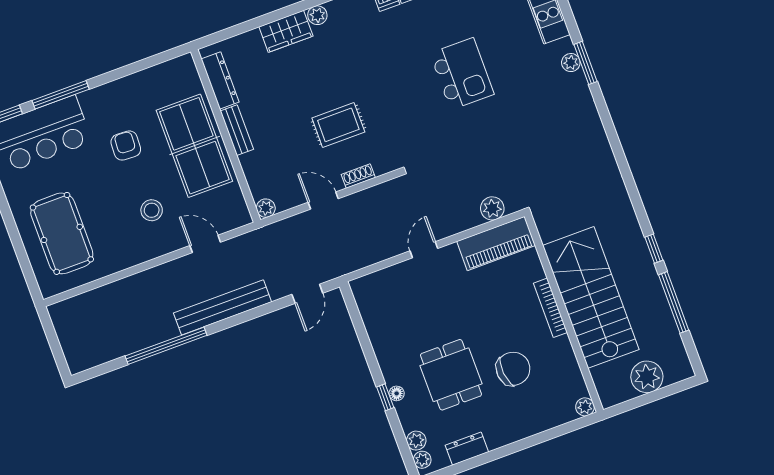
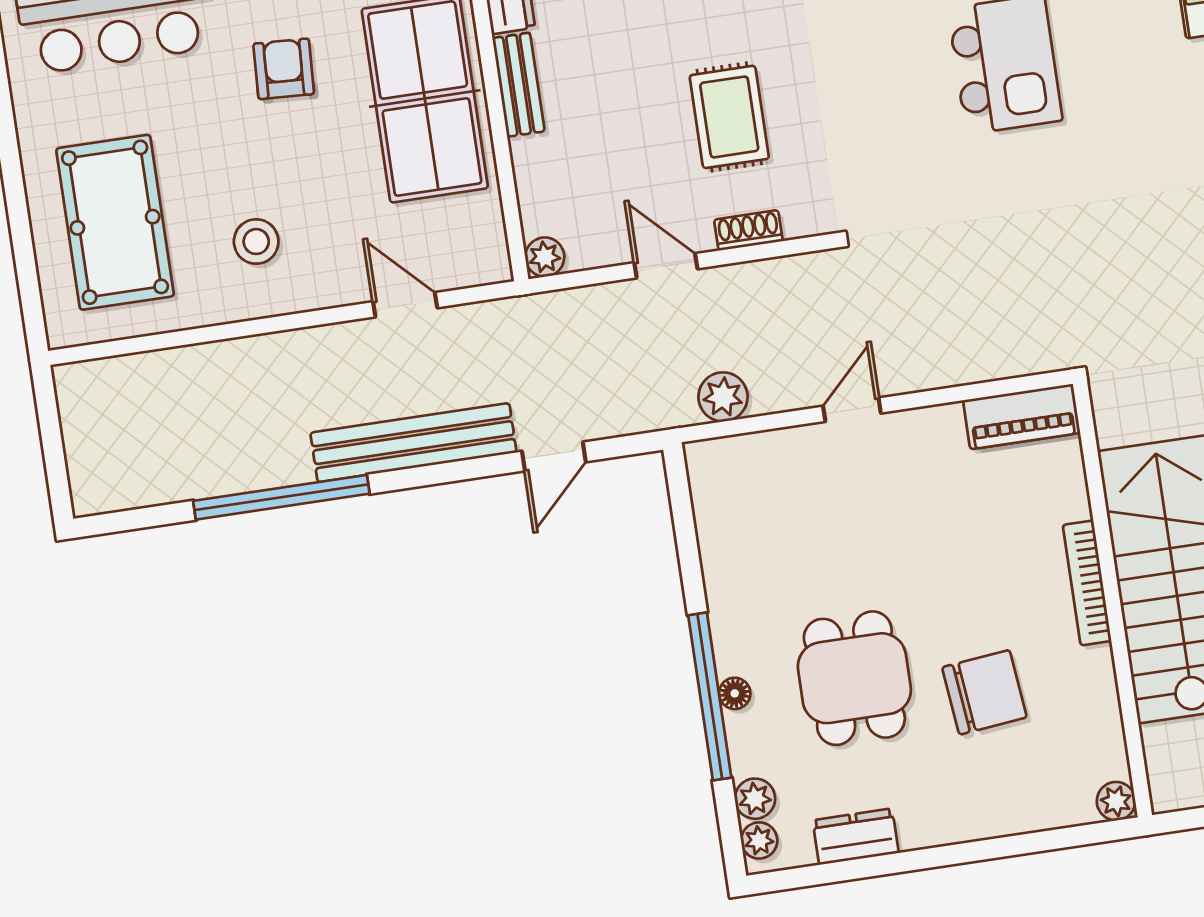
rug: (338, 125) -> (729, 117), turned 90
plant: (492, 208) -> (723, 397), moved
stool: (152, 210) -> (256, 242), moved
piano: (496, 243) -> (1022, 417), width x0.73, depth x0.75
door: (307, 294) -> (554, 457), moved
window: (385, 397) -> (710, 696), width x3.17

